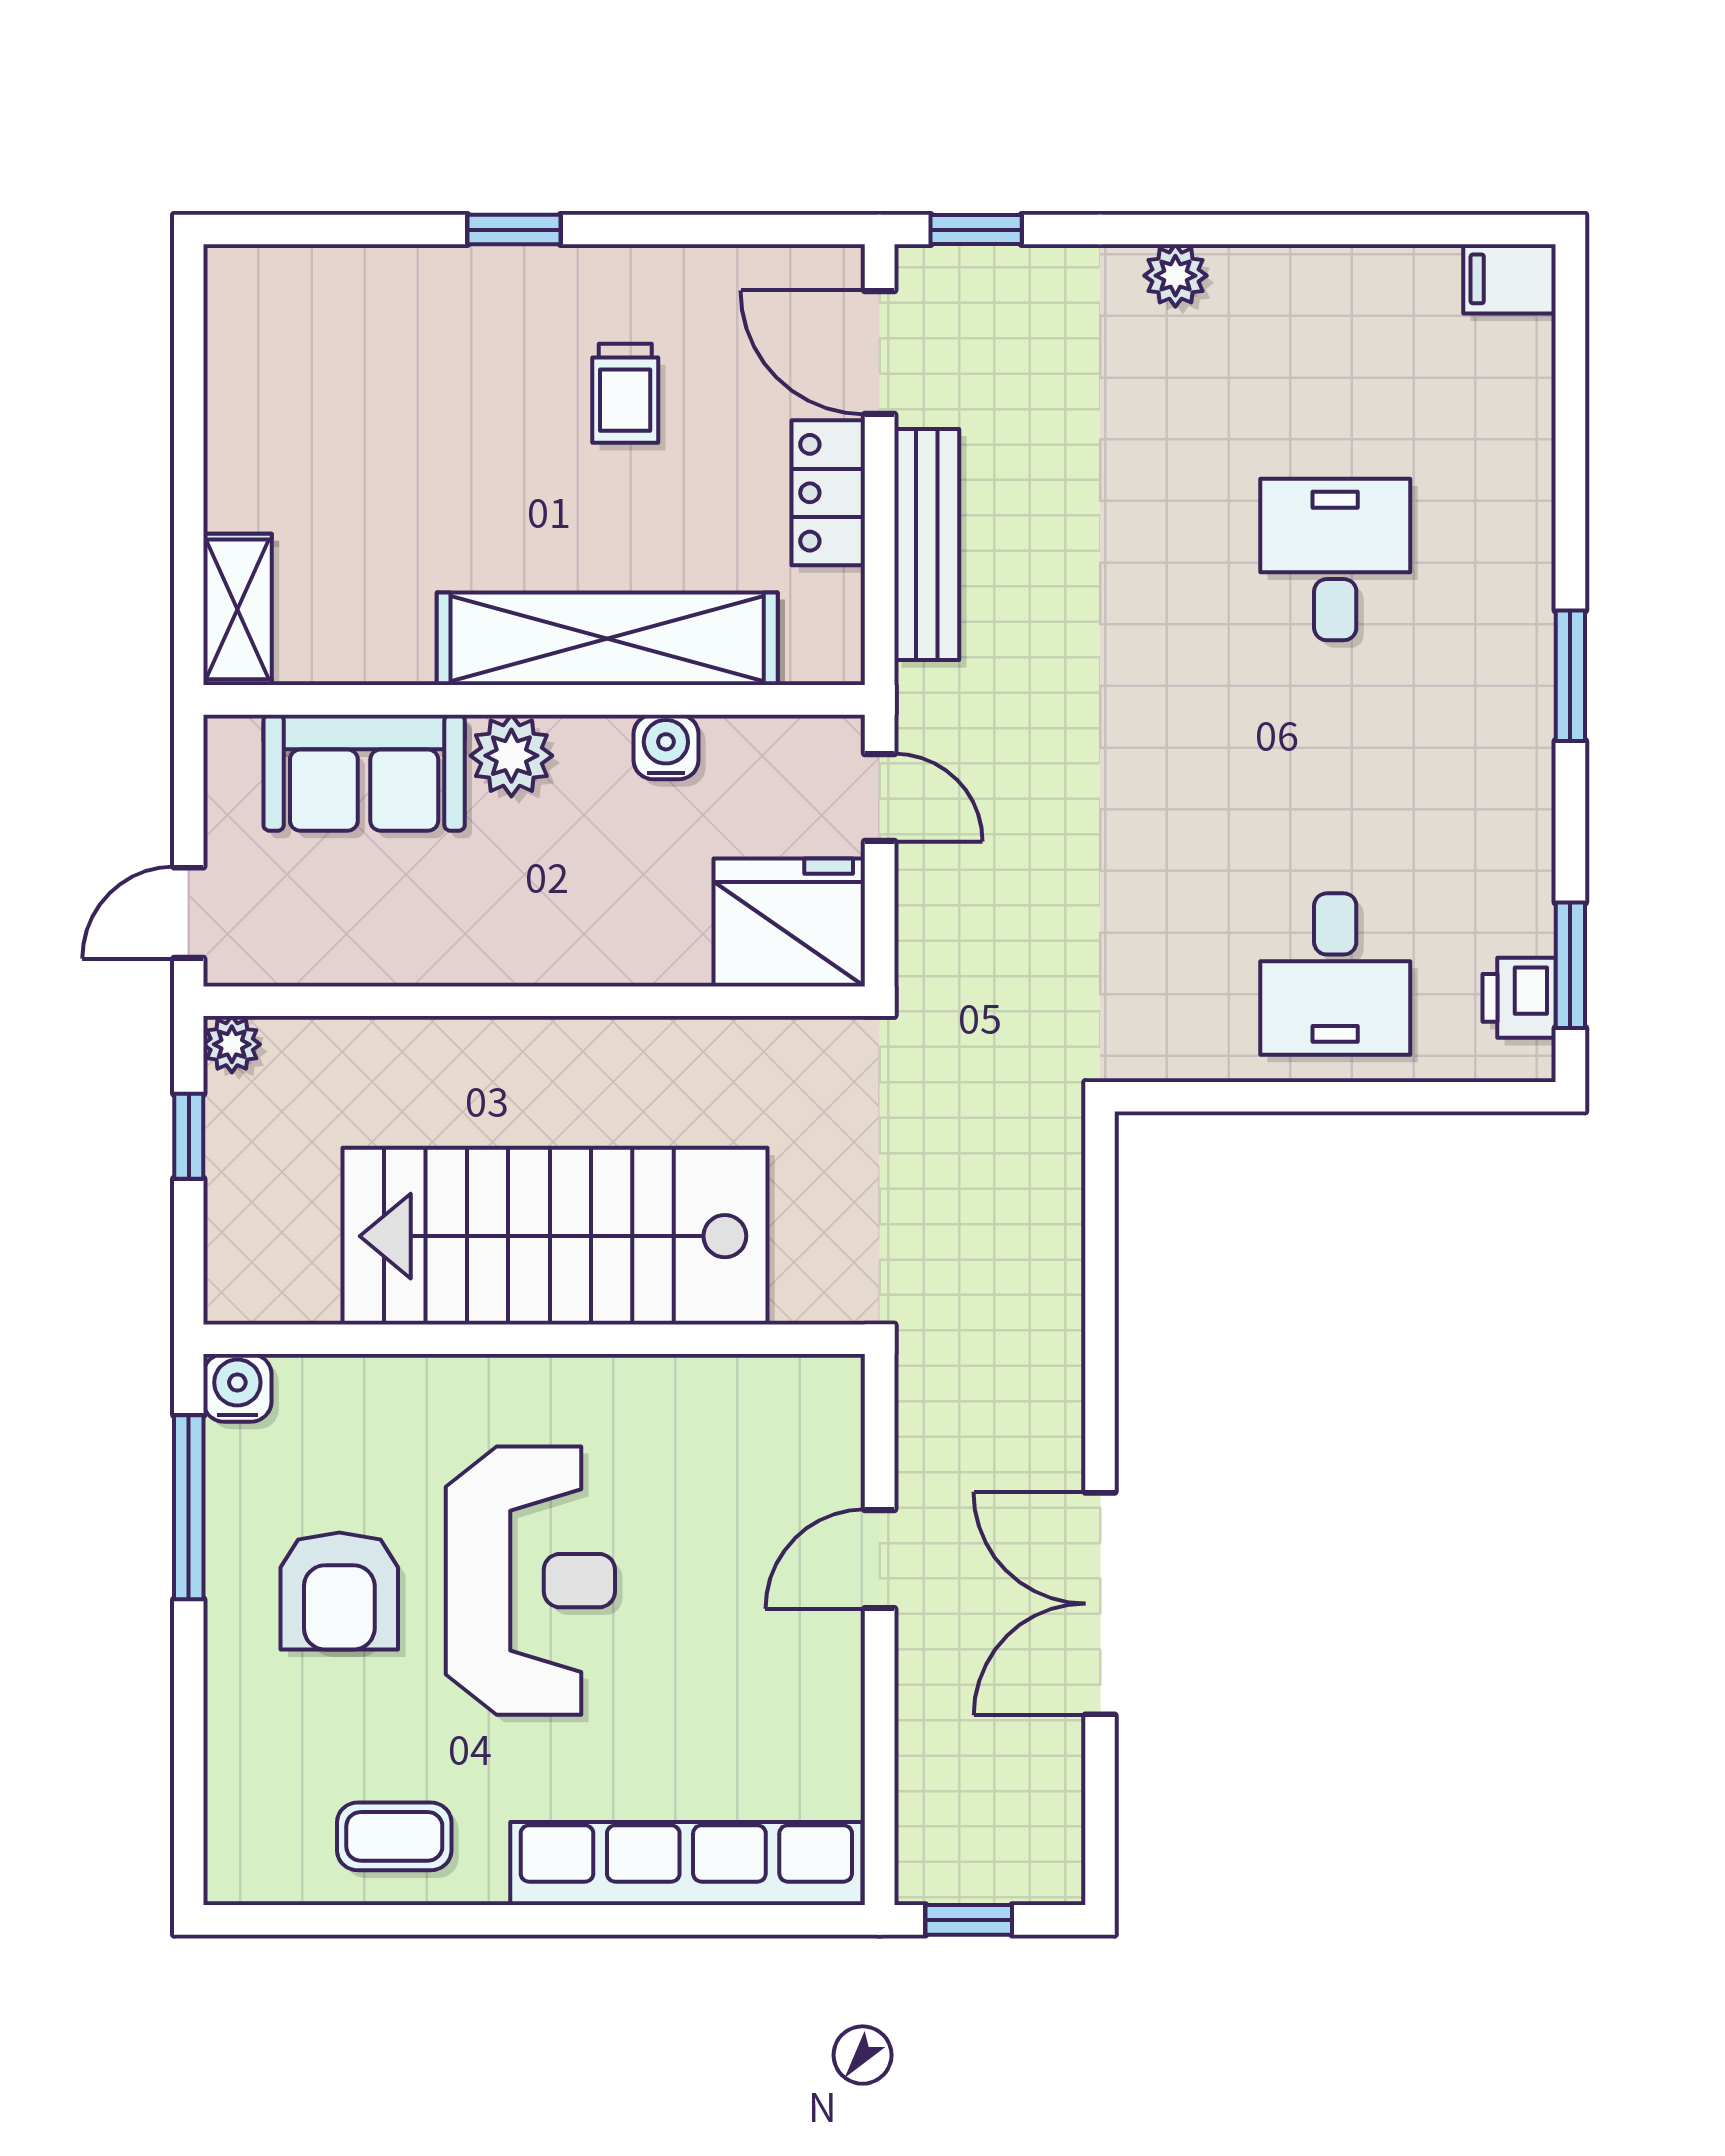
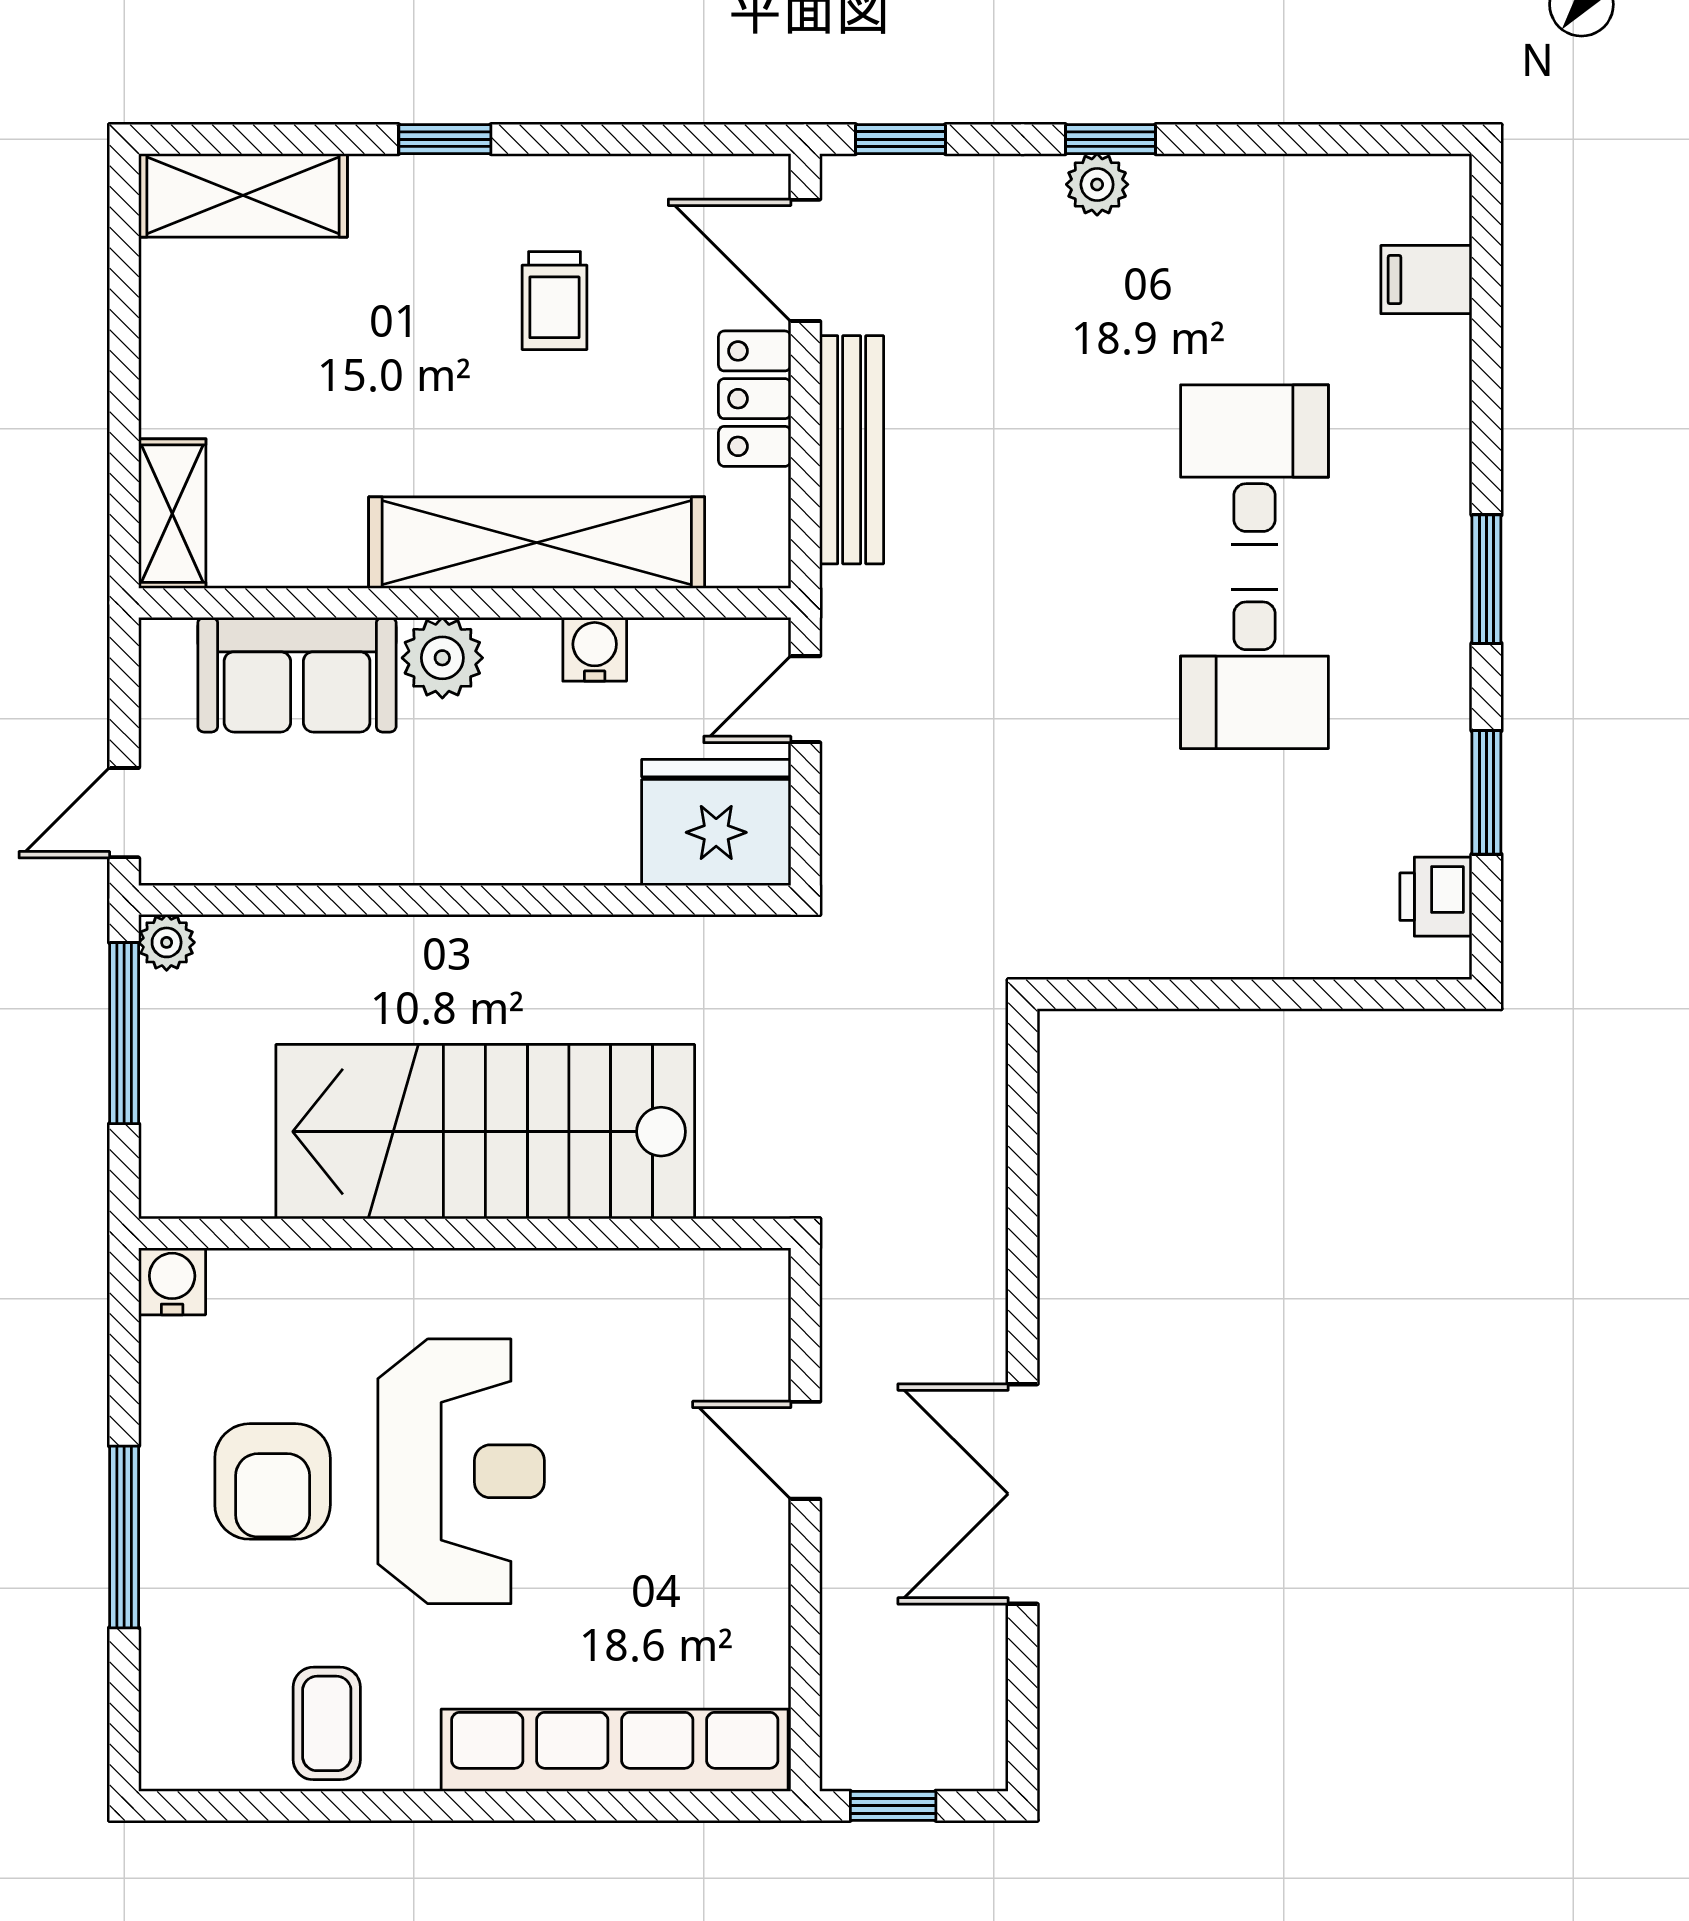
window: (1189, 230) -> (1110, 139), added
filing cabinet: (1510, 279) -> (1426, 280), moved
shelving: (309, 287) -> (243, 195), added
door: (880, 798) -> (805, 699), swing flipped
window: (1570, 965) -> (1486, 792), moved
desk: (1335, 974) -> (1255, 669), moved
window: (189, 1136) -> (124, 1033), width x2.17
window: (189, 1507) -> (124, 1537), moved
door: (880, 1559) -> (805, 1450), hinge flipped
coffee table: (394, 1836) -> (327, 1723), turned 90

